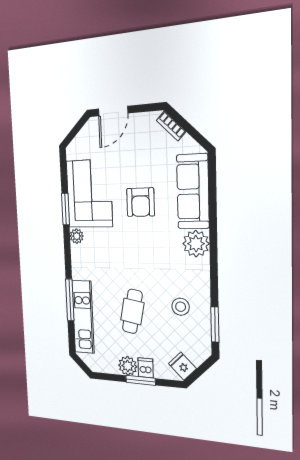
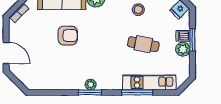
corner sofa: (89, 194) -> (61, 73), removed
window: (65, 209) -> (90, 92), moved

